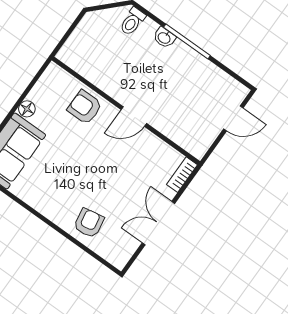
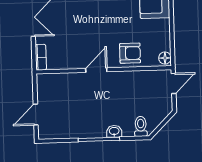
door: (63, 40) -> (174, 83), added
floor lamp: (27, 109) -> (165, 58), moved

